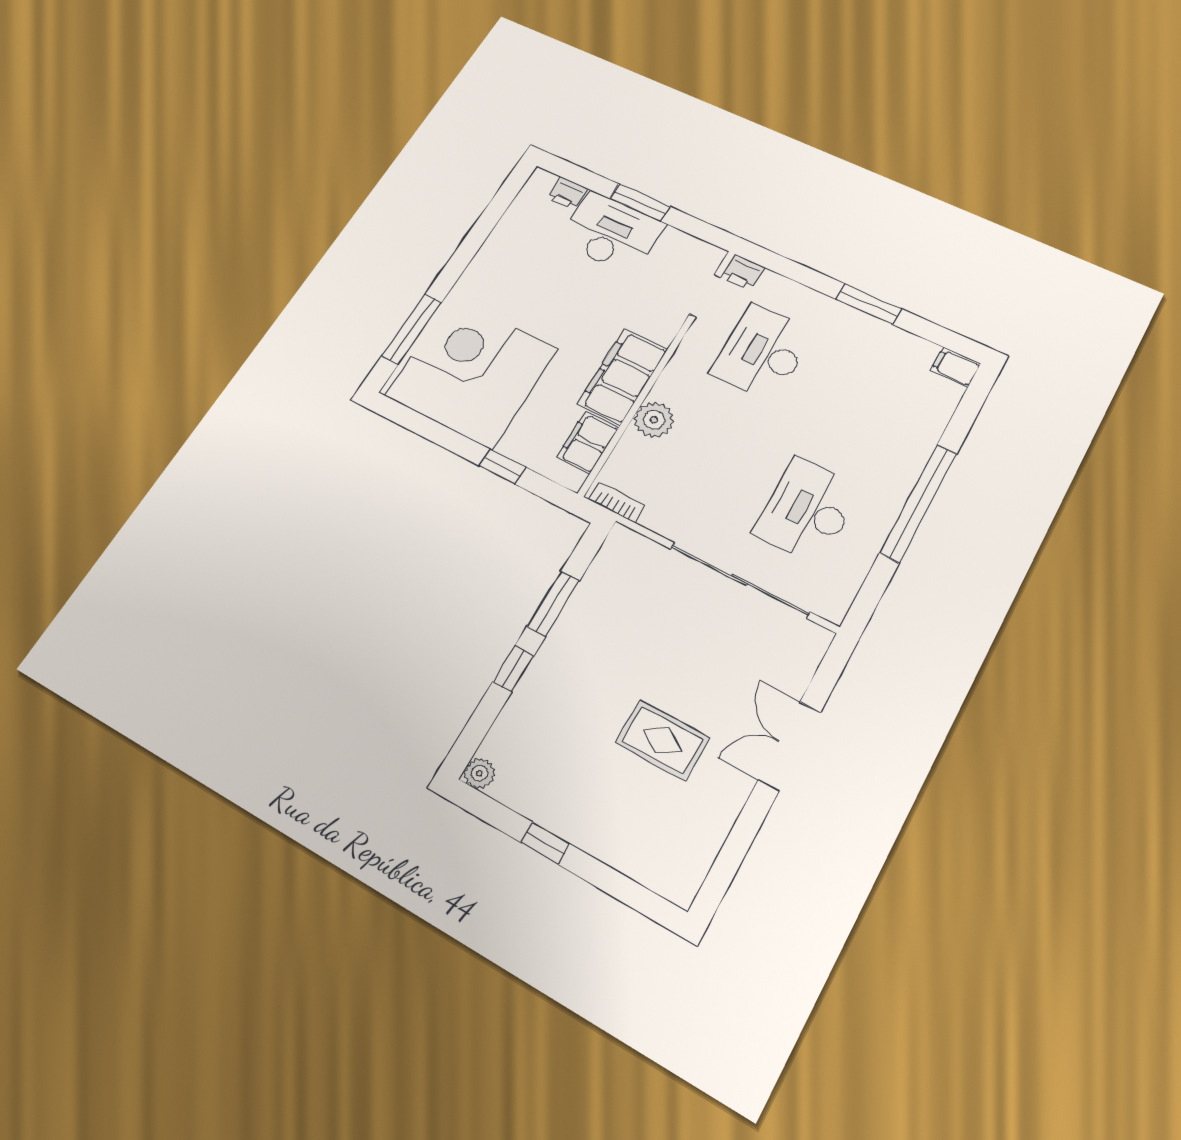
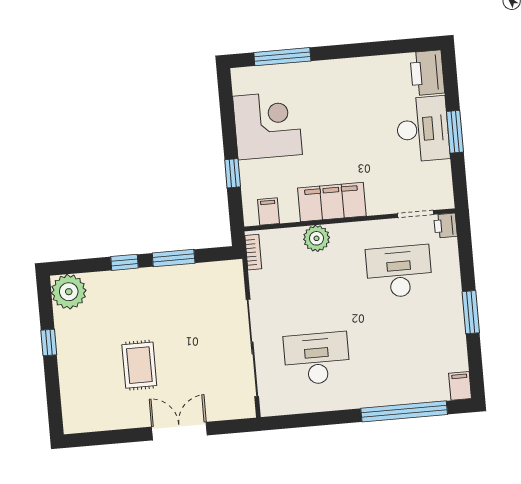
printer: (567, 193) -> (427, 73), width x1.87, depth x1.48
corner desk: (472, 372) -> (268, 125), width x0.74, depth x0.74
filing cabinet: (588, 443) -> (268, 212), width x0.50
window: (918, 503) -> (404, 411), moved
plant: (479, 773) -> (69, 292), width x1.88, depth x1.88

